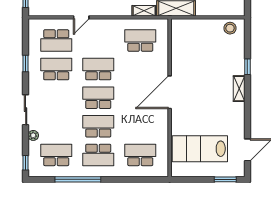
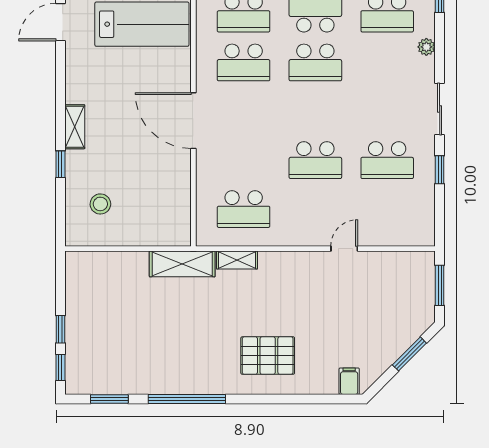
stool: (230, 28) -> (100, 204), moved
school desk: (56, 40) -> (387, 209), removed
door: (170, 92) -> (193, 121), swing flipped
school desk: (98, 98) -> (244, 62), moved
sliding door: (26, 110) -> (440, 109), moved

